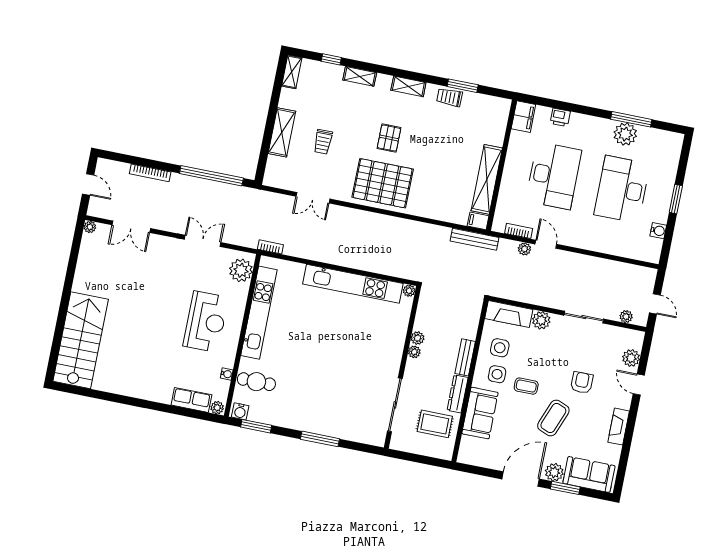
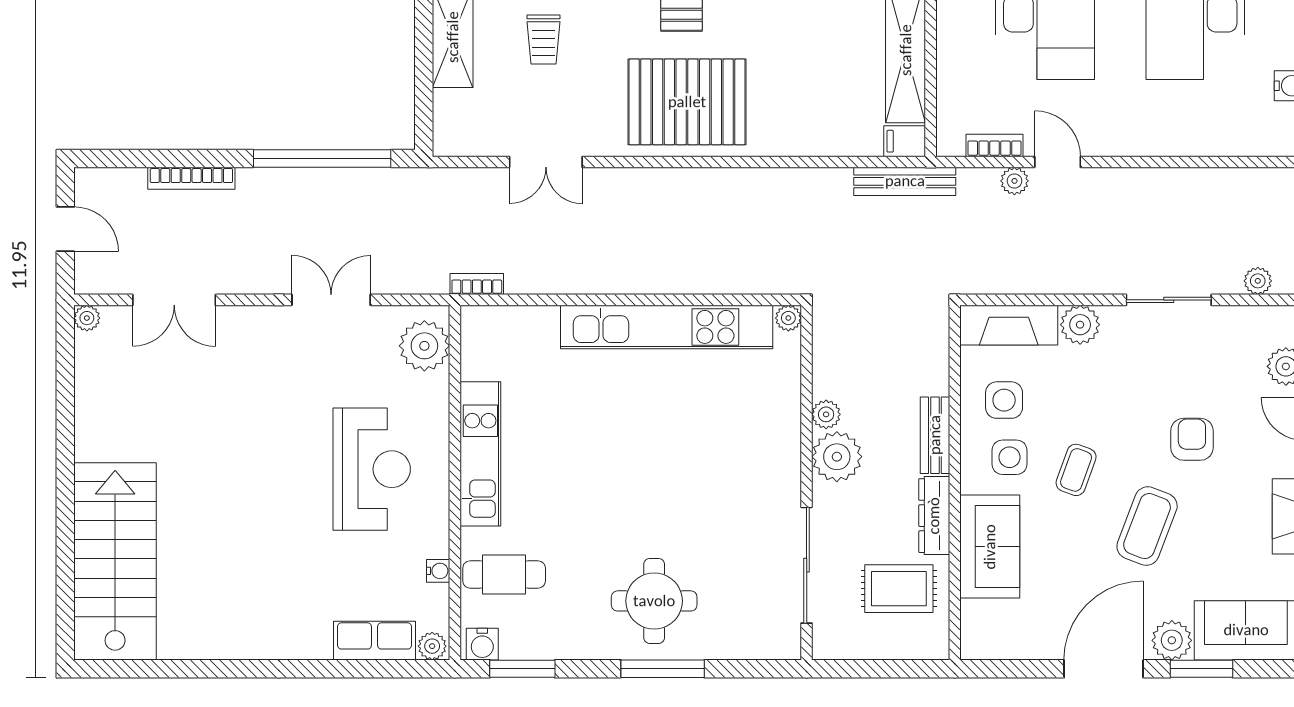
kitchen unit: (259, 313) -> (480, 454), width x0.73
plant: (414, 352) -> (837, 457), width x1.87, depth x1.87
coffee table: (526, 386) -> (1076, 470), turned -70
round table: (322, 407) -> (654, 601), added

